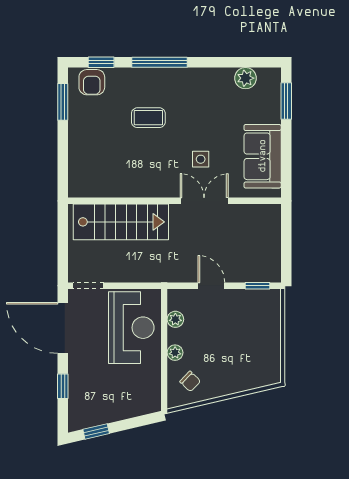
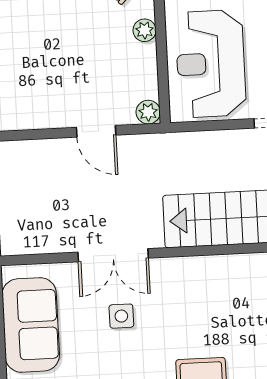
window: (257, 286) -> (29, 135), removed
plant: (175, 319) -> (148, 112), moved

